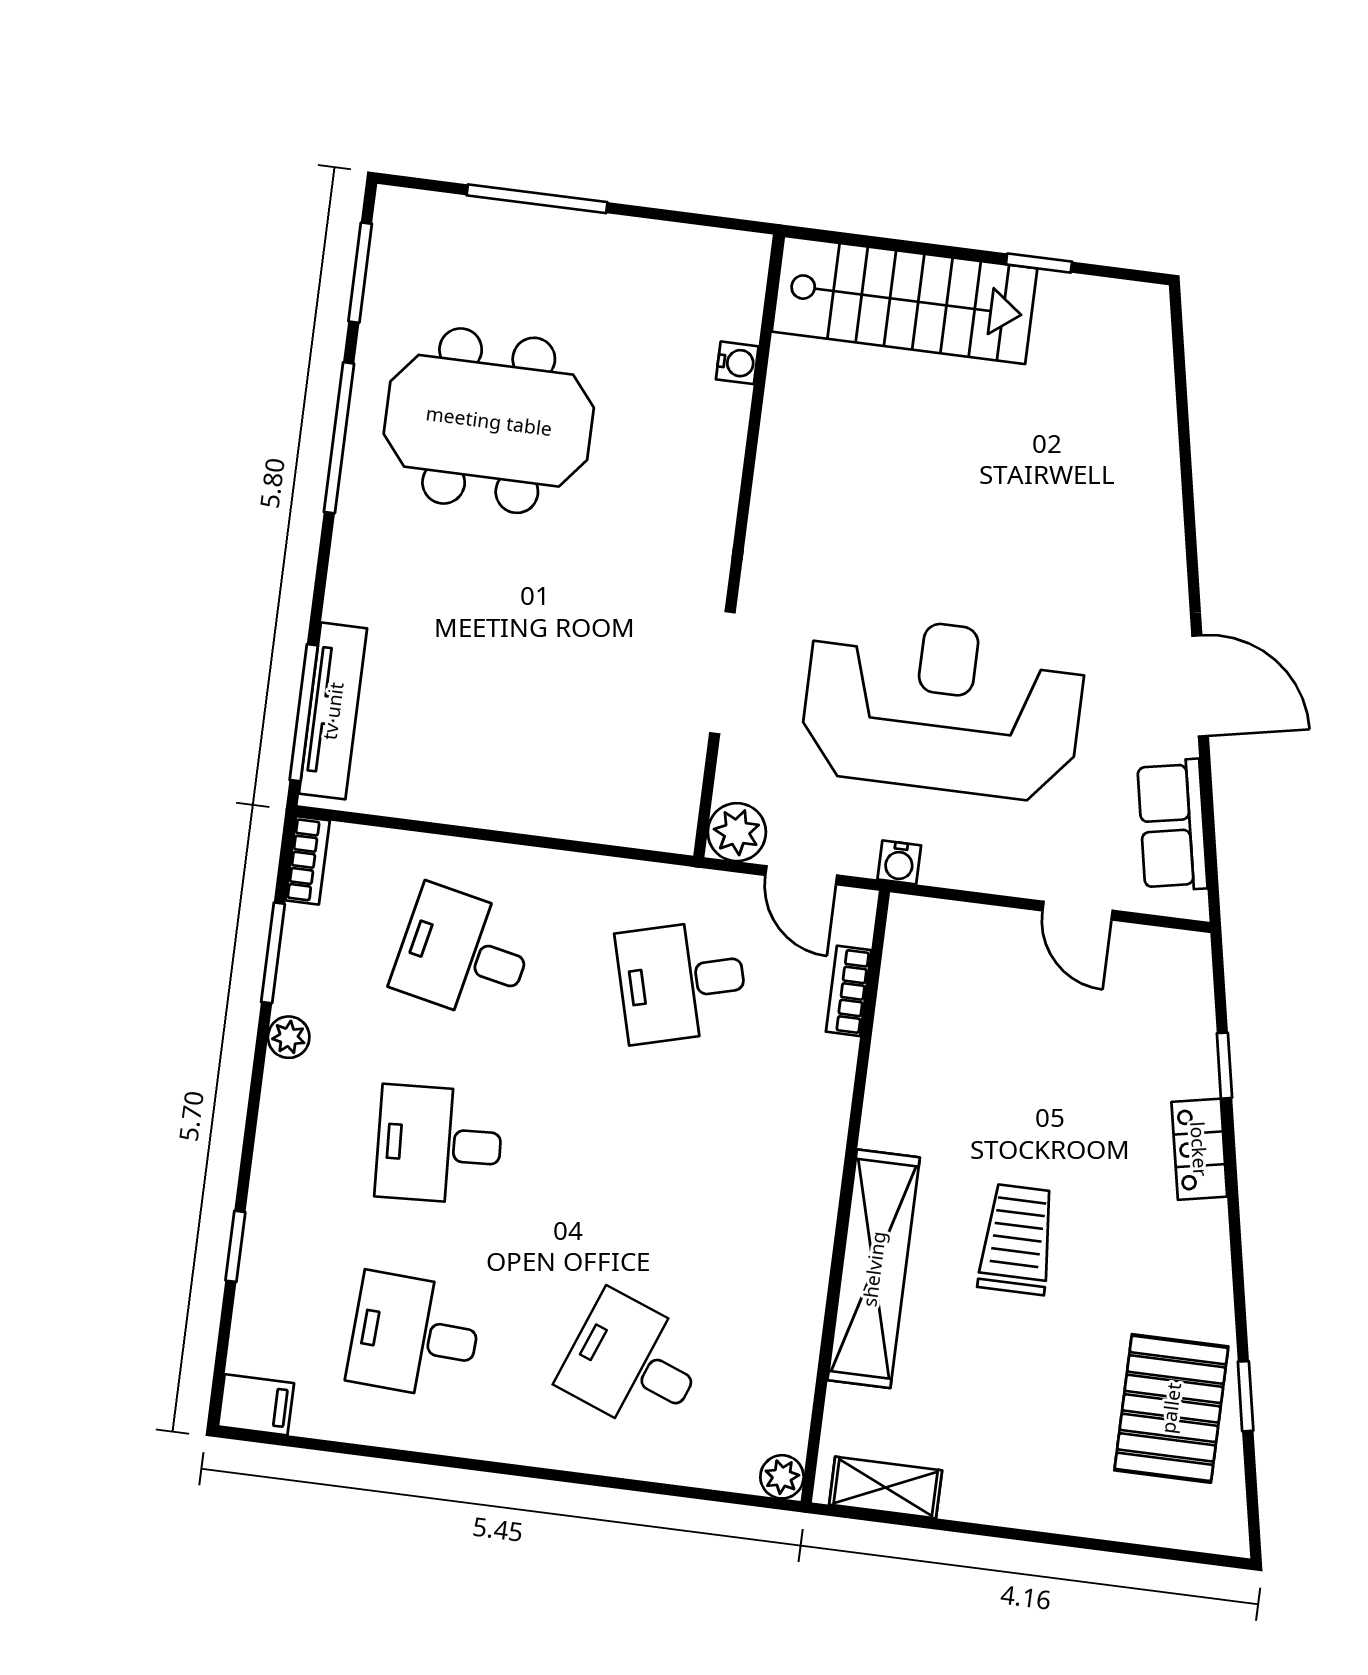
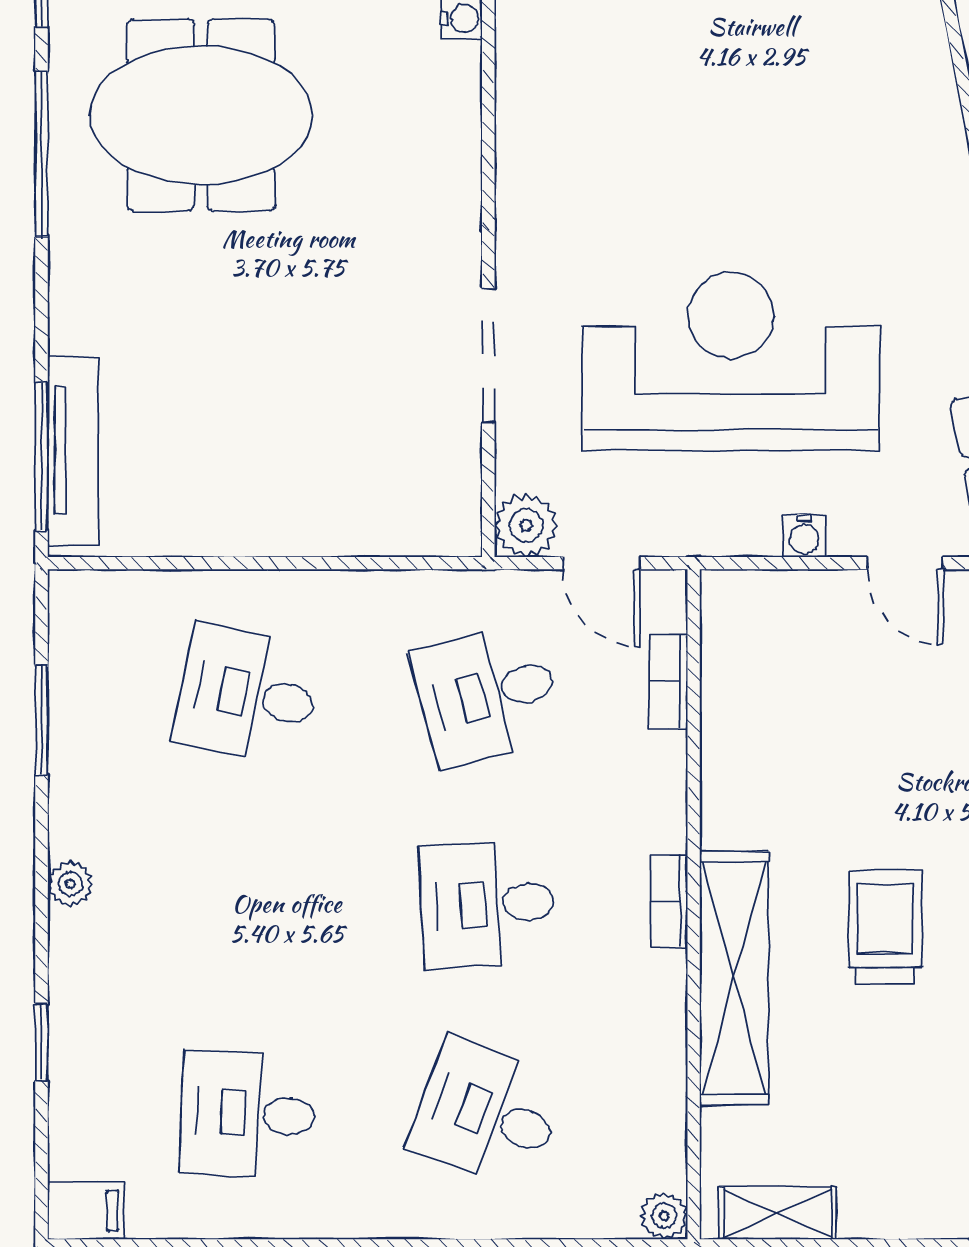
bookcase: (308, 860) -> (669, 901), moved, turned 180
water cooler: (899, 862) -> (804, 536), moved
plant: (289, 1037) -> (70, 884), moved
desk: (439, 1145) -> (487, 904), moved

